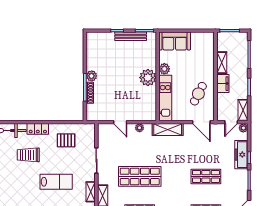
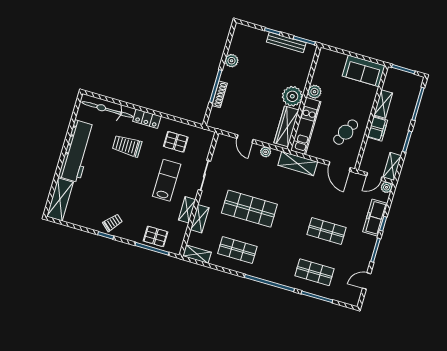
sofa: (175, 41) -> (364, 71), moved
plant: (92, 76) -> (232, 61), moved
wardrobe: (150, 103) -> (286, 126), added
lab bench: (56, 182) -> (167, 180), moved, turned -90

